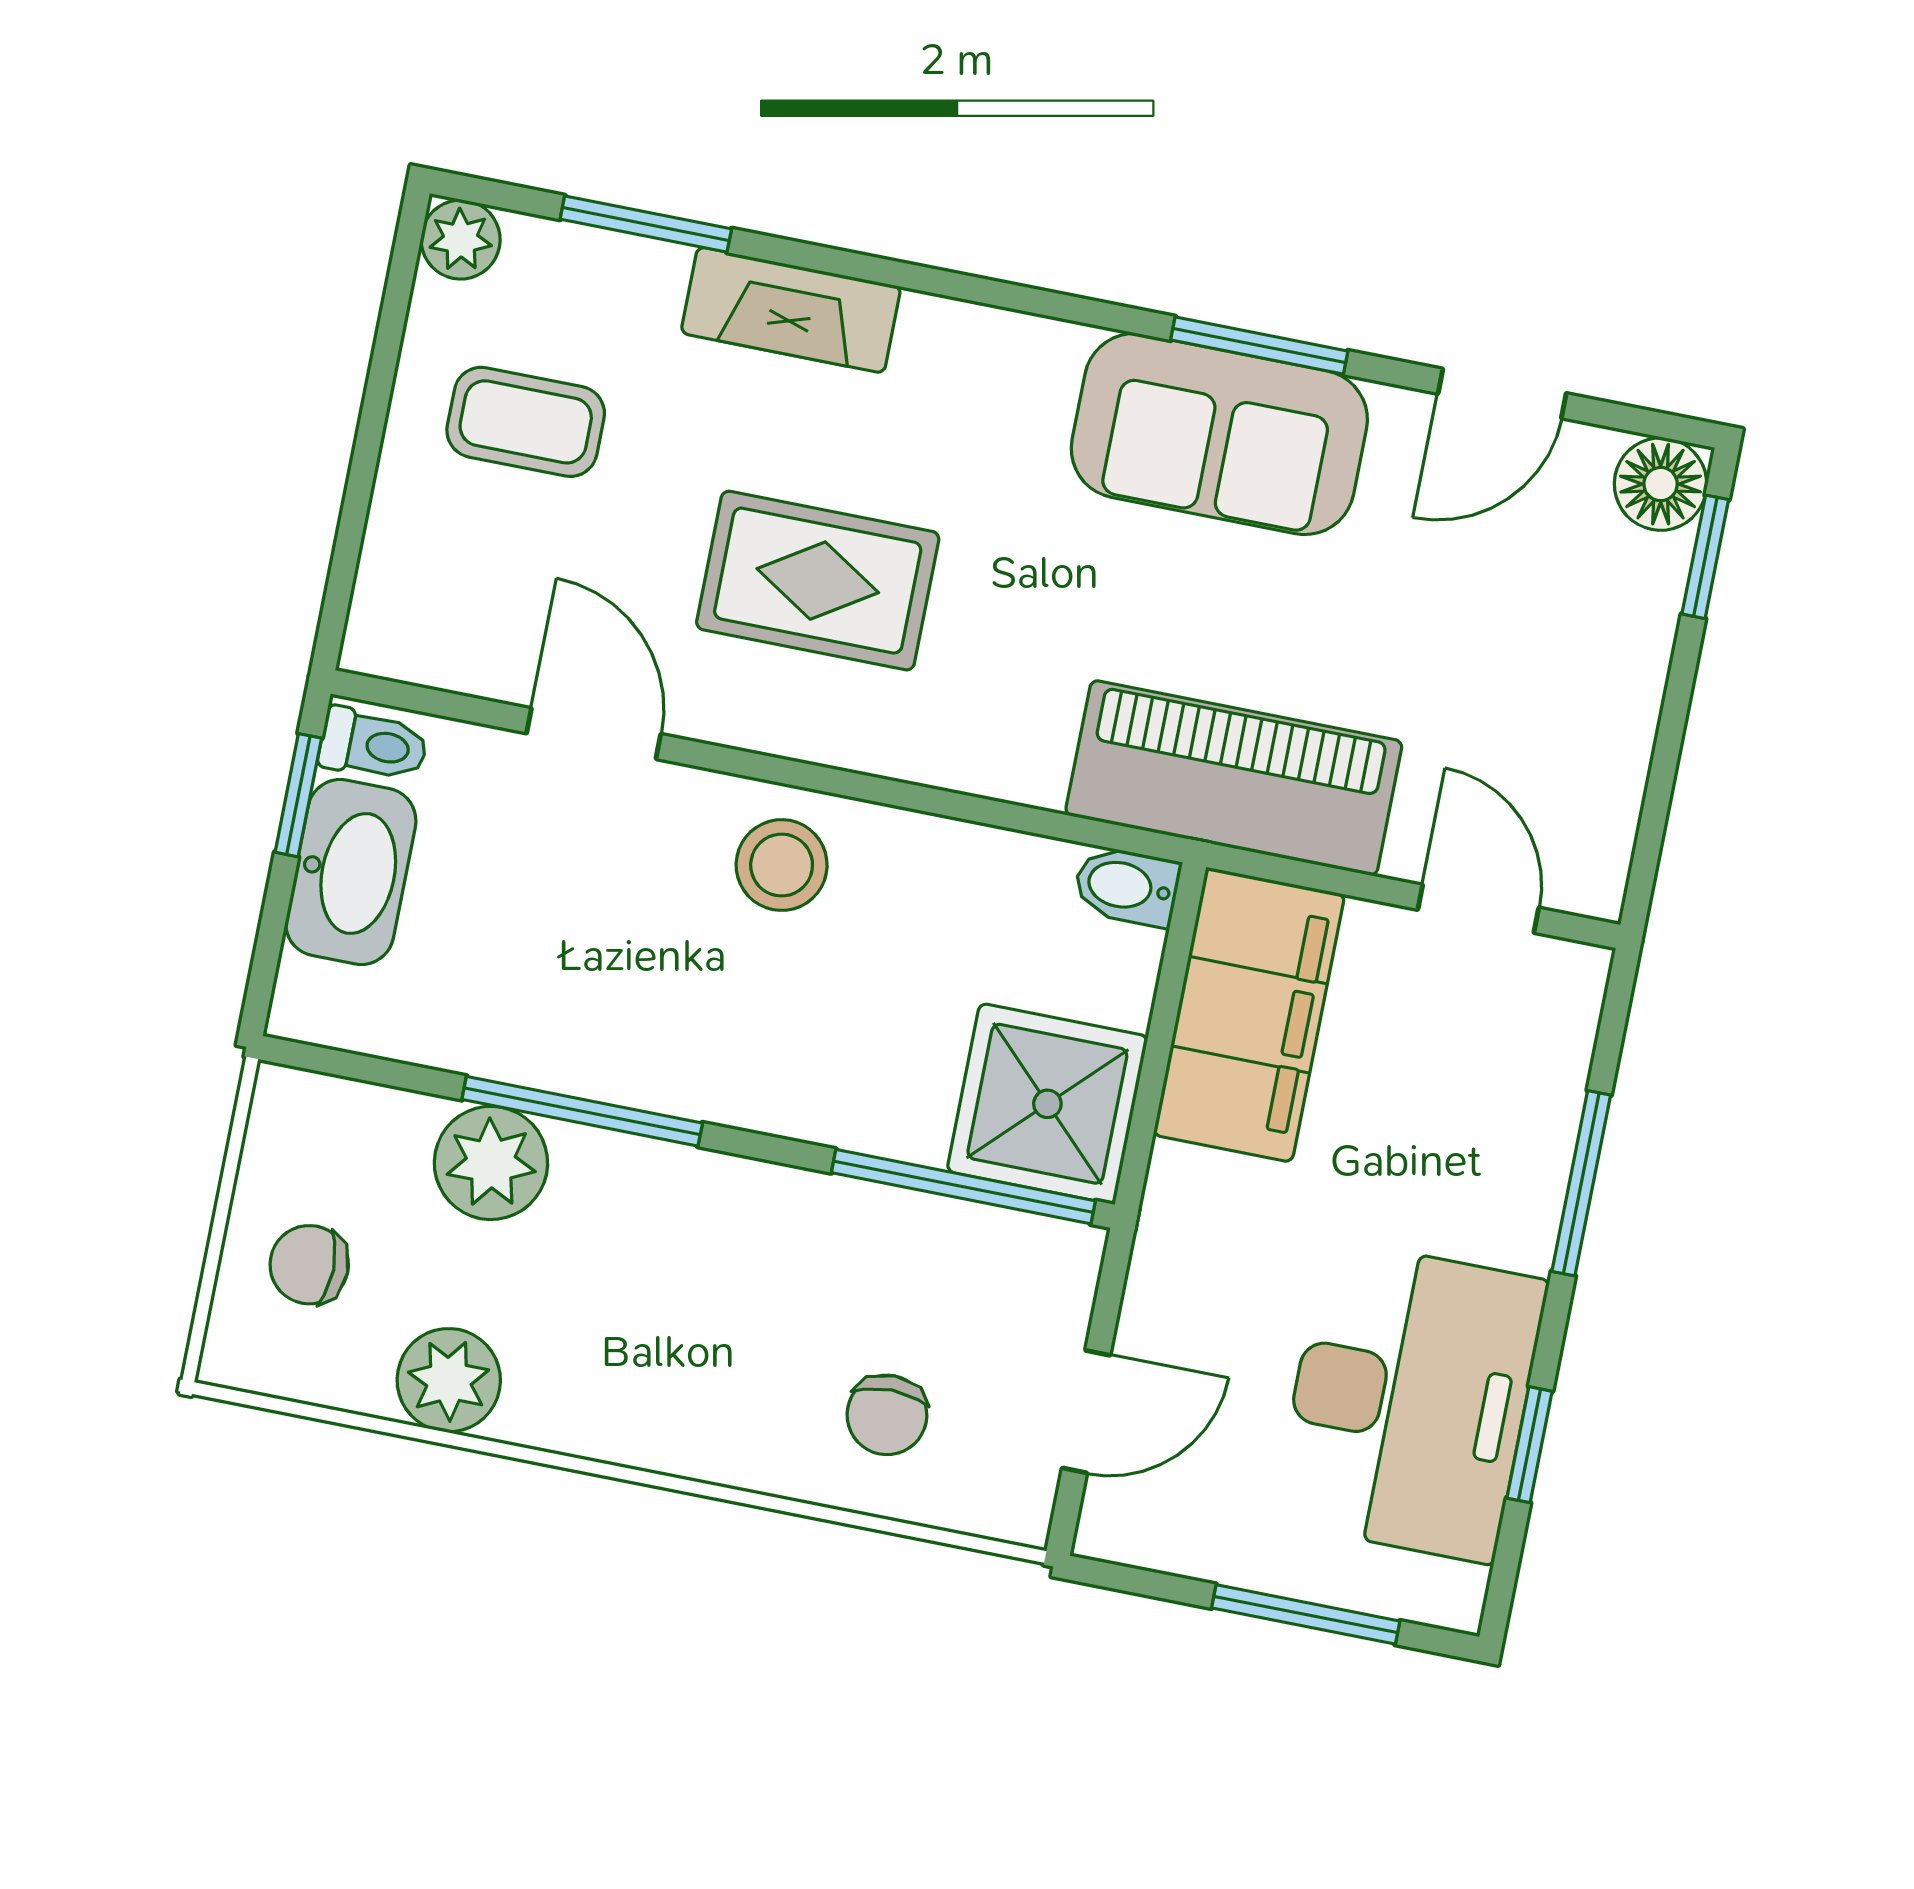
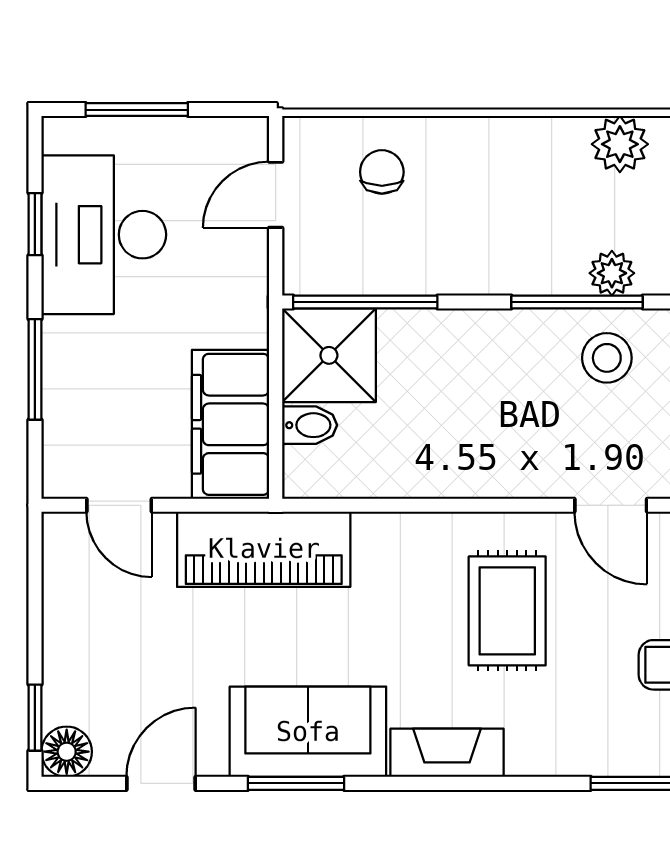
fireplace: (791, 310) -> (447, 753), moved
rug: (818, 581) -> (507, 611), turned 90
stool: (782, 865) -> (607, 358), moved
bidet: (1127, 886) -> (310, 425), moved
plant: (491, 1163) -> (612, 273), width x0.73, depth x0.73

